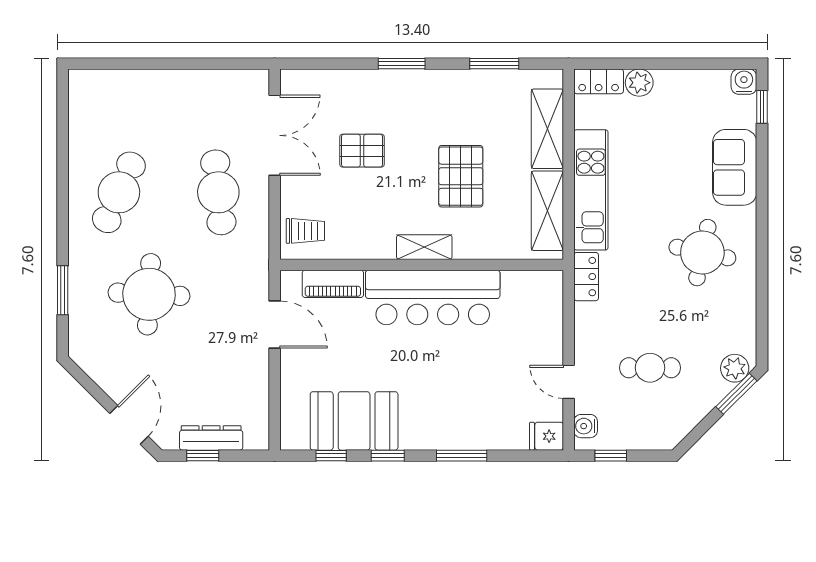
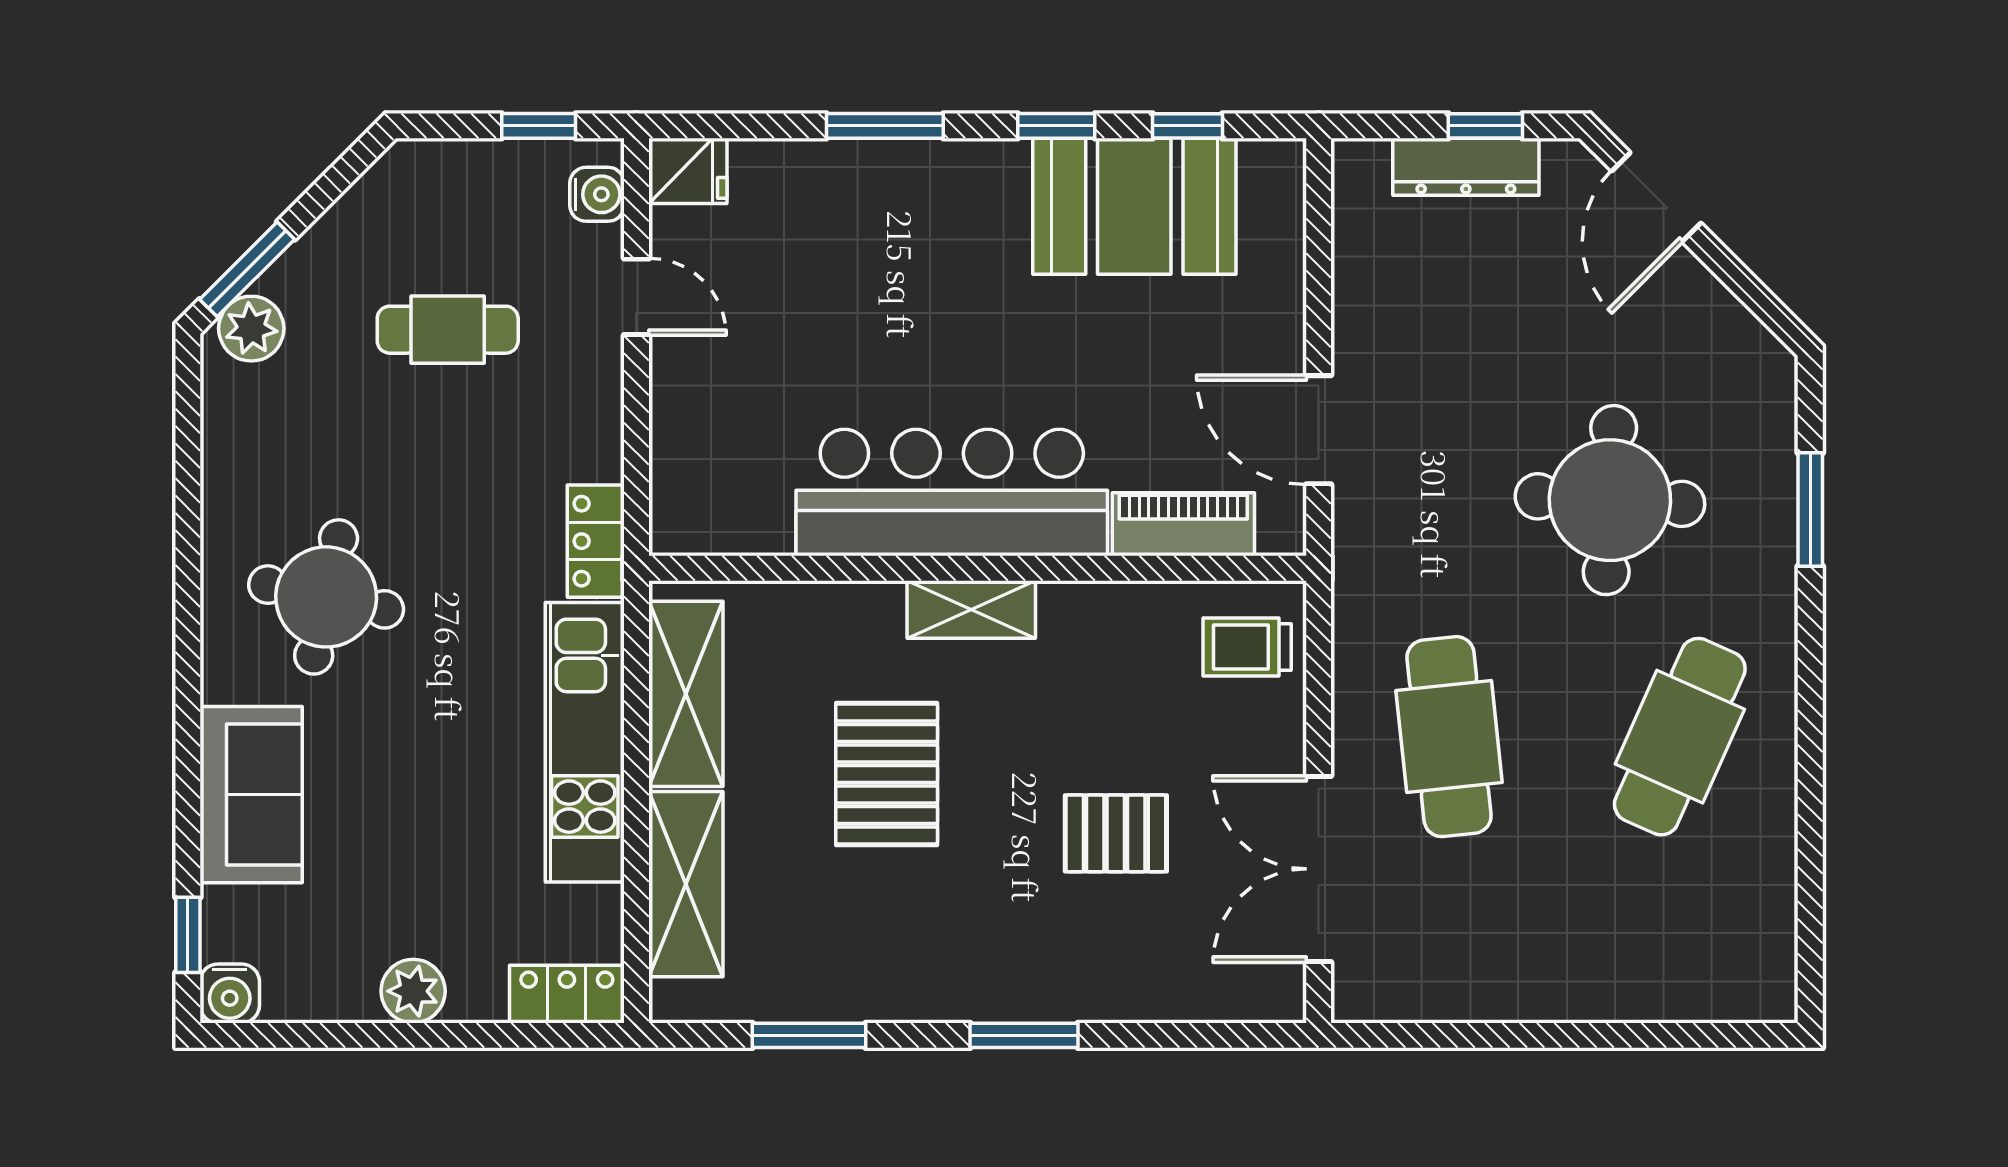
plant: (639, 83) -> (413, 991), moved

